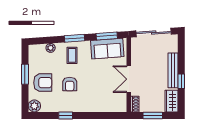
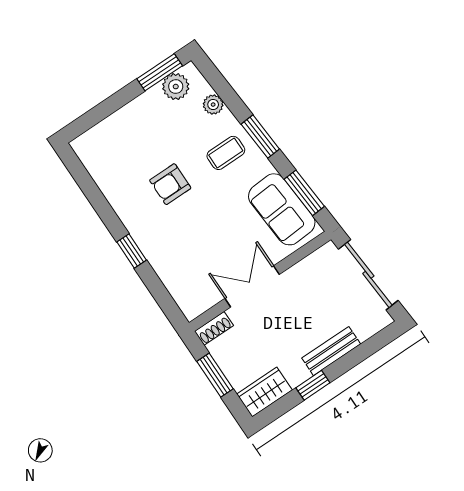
bench: (173, 70) -> (331, 351), width x0.73
window: (25, 74) -> (160, 72), moved
armchair: (43, 83) -> (140, 133), removed
plant: (34, 106) -> (176, 87), moved
window: (66, 115) -> (132, 251), moved

